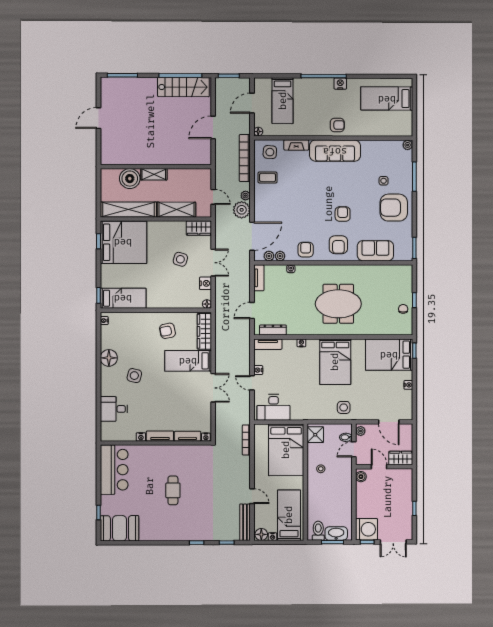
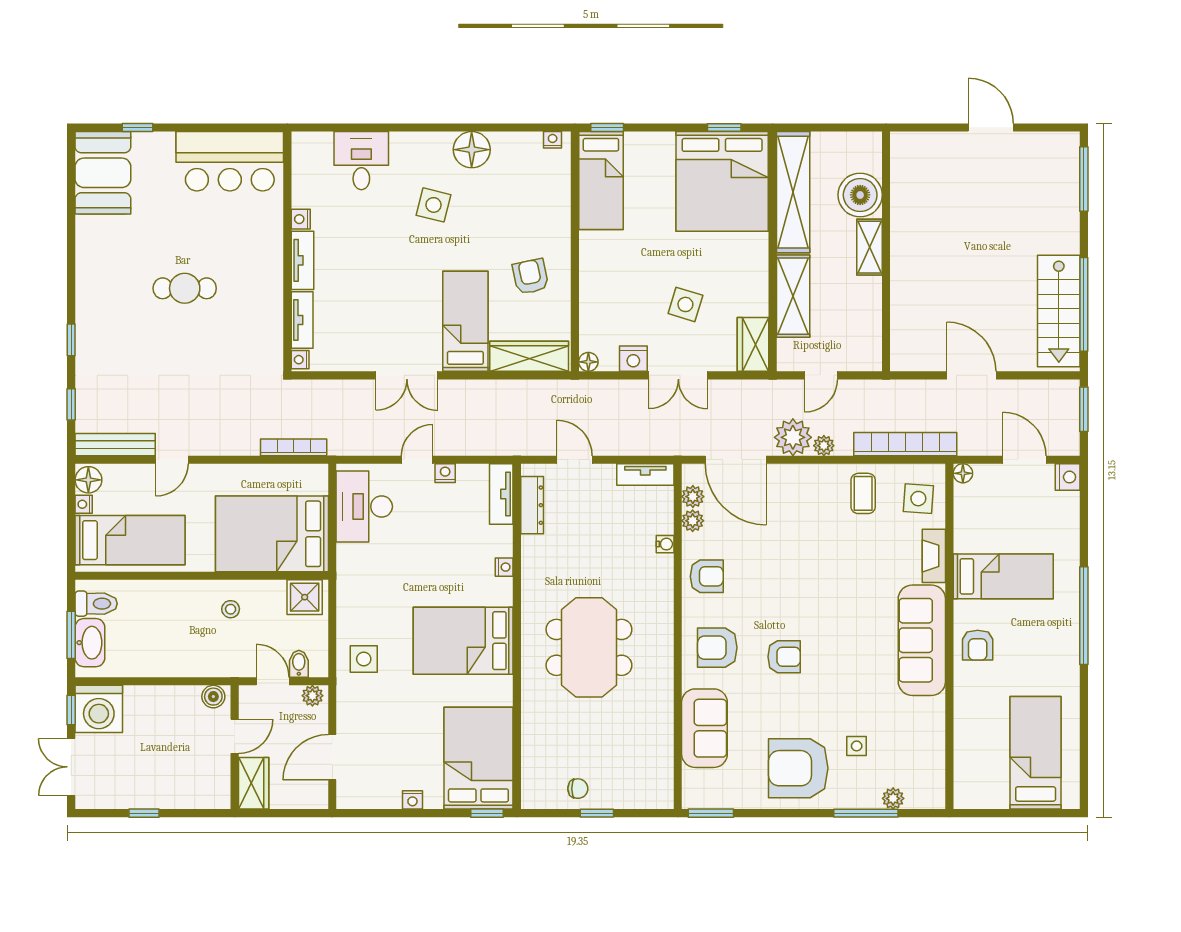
nightstand: (340, 84) -> (1068, 477), moved
bed: (283, 101) -> (1003, 576), moved, turned 180
plant: (408, 145) -> (893, 798), moved
armchair: (394, 208) -> (798, 768), turned -90

